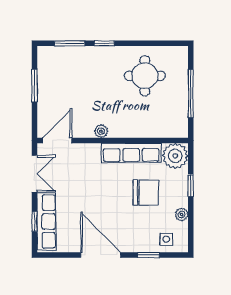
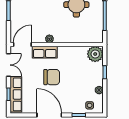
row of seats: (131, 153) -> (45, 52), moved, width x0.68
chair: (146, 193) -> (52, 77), moved

